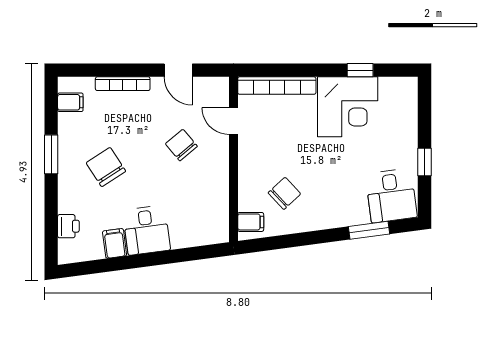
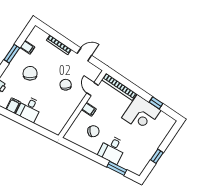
door: (178, 70) -> (84, 54), swing flipped
filing cabinet: (70, 102) -> (27, 47), moved
desk: (391, 196) -> (112, 149), moved
filing cabinet: (251, 222) -> (89, 109), moved

